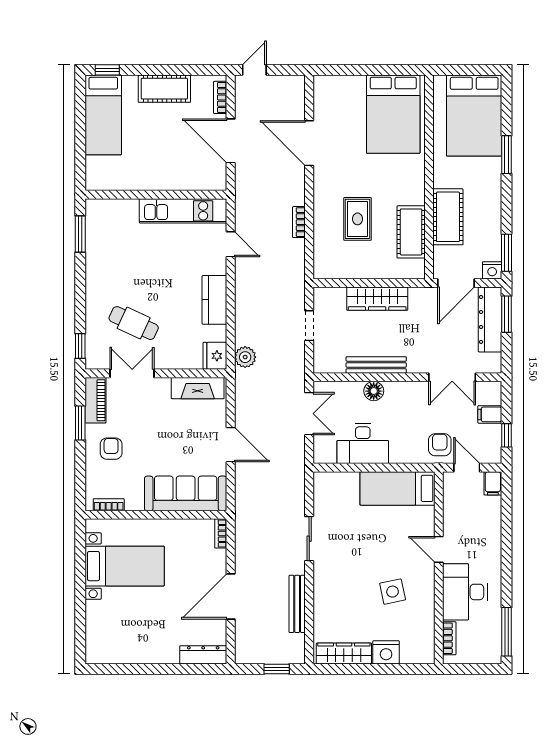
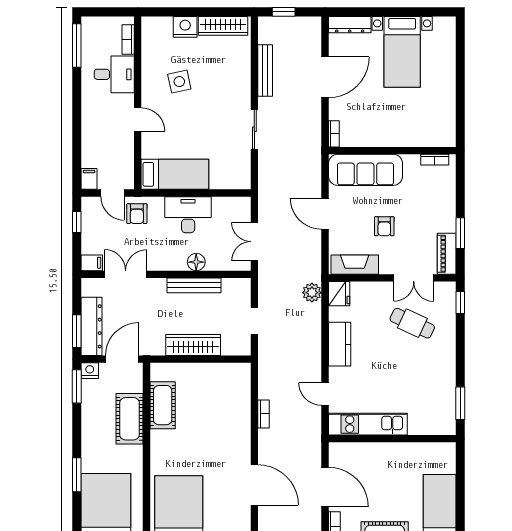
rug: (358, 219) -> (211, 417), removed
filing cabinet: (490, 414) -> (92, 263), moved
desk: (363, 444) -> (188, 215), moved
armchair: (111, 449) -> (384, 226), moved
bed with nightstands: (125, 566) -> (402, 52), moved, turned -90
desk: (465, 592) -> (114, 74), width x0.73

